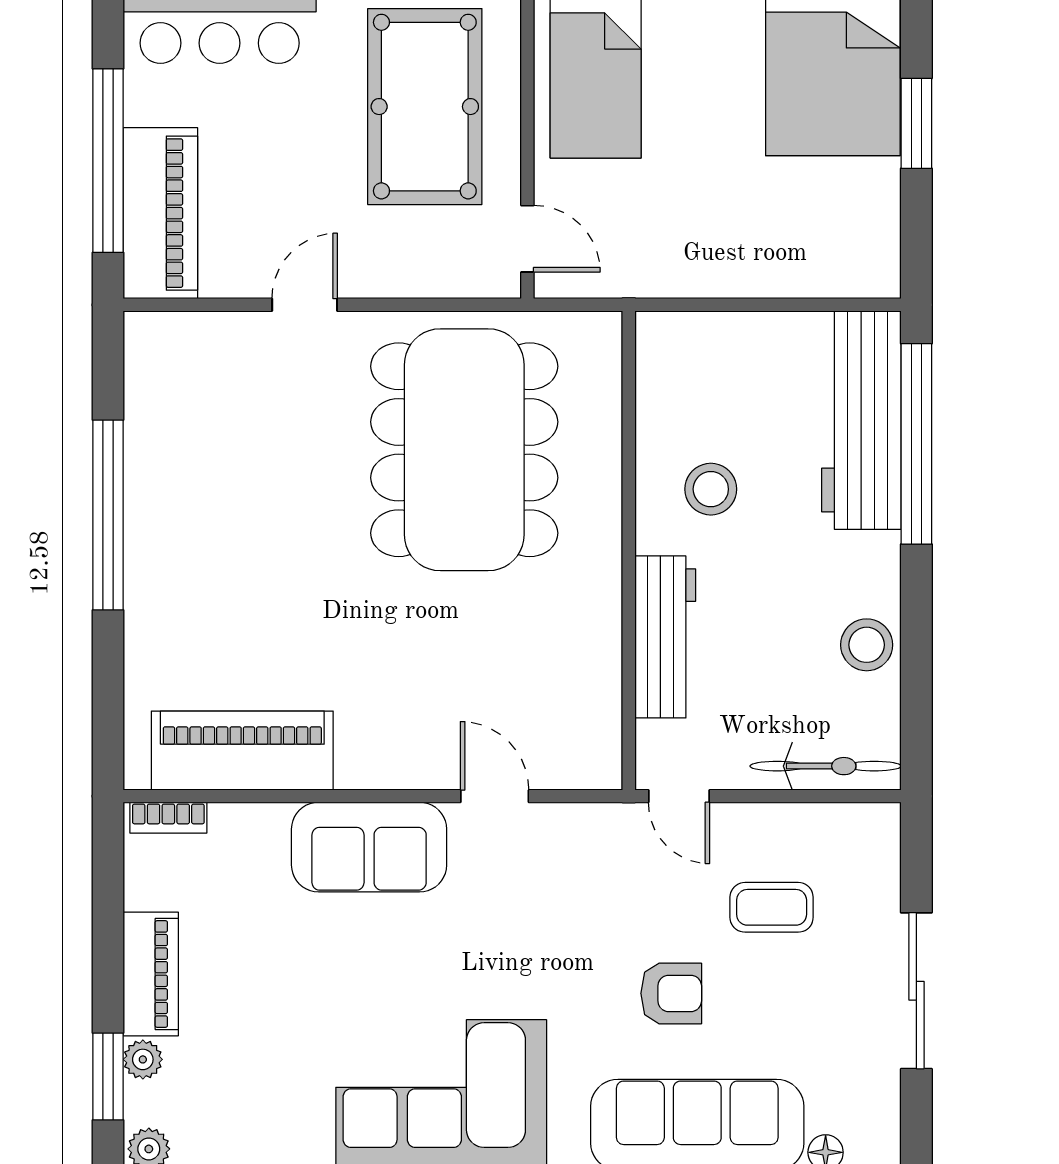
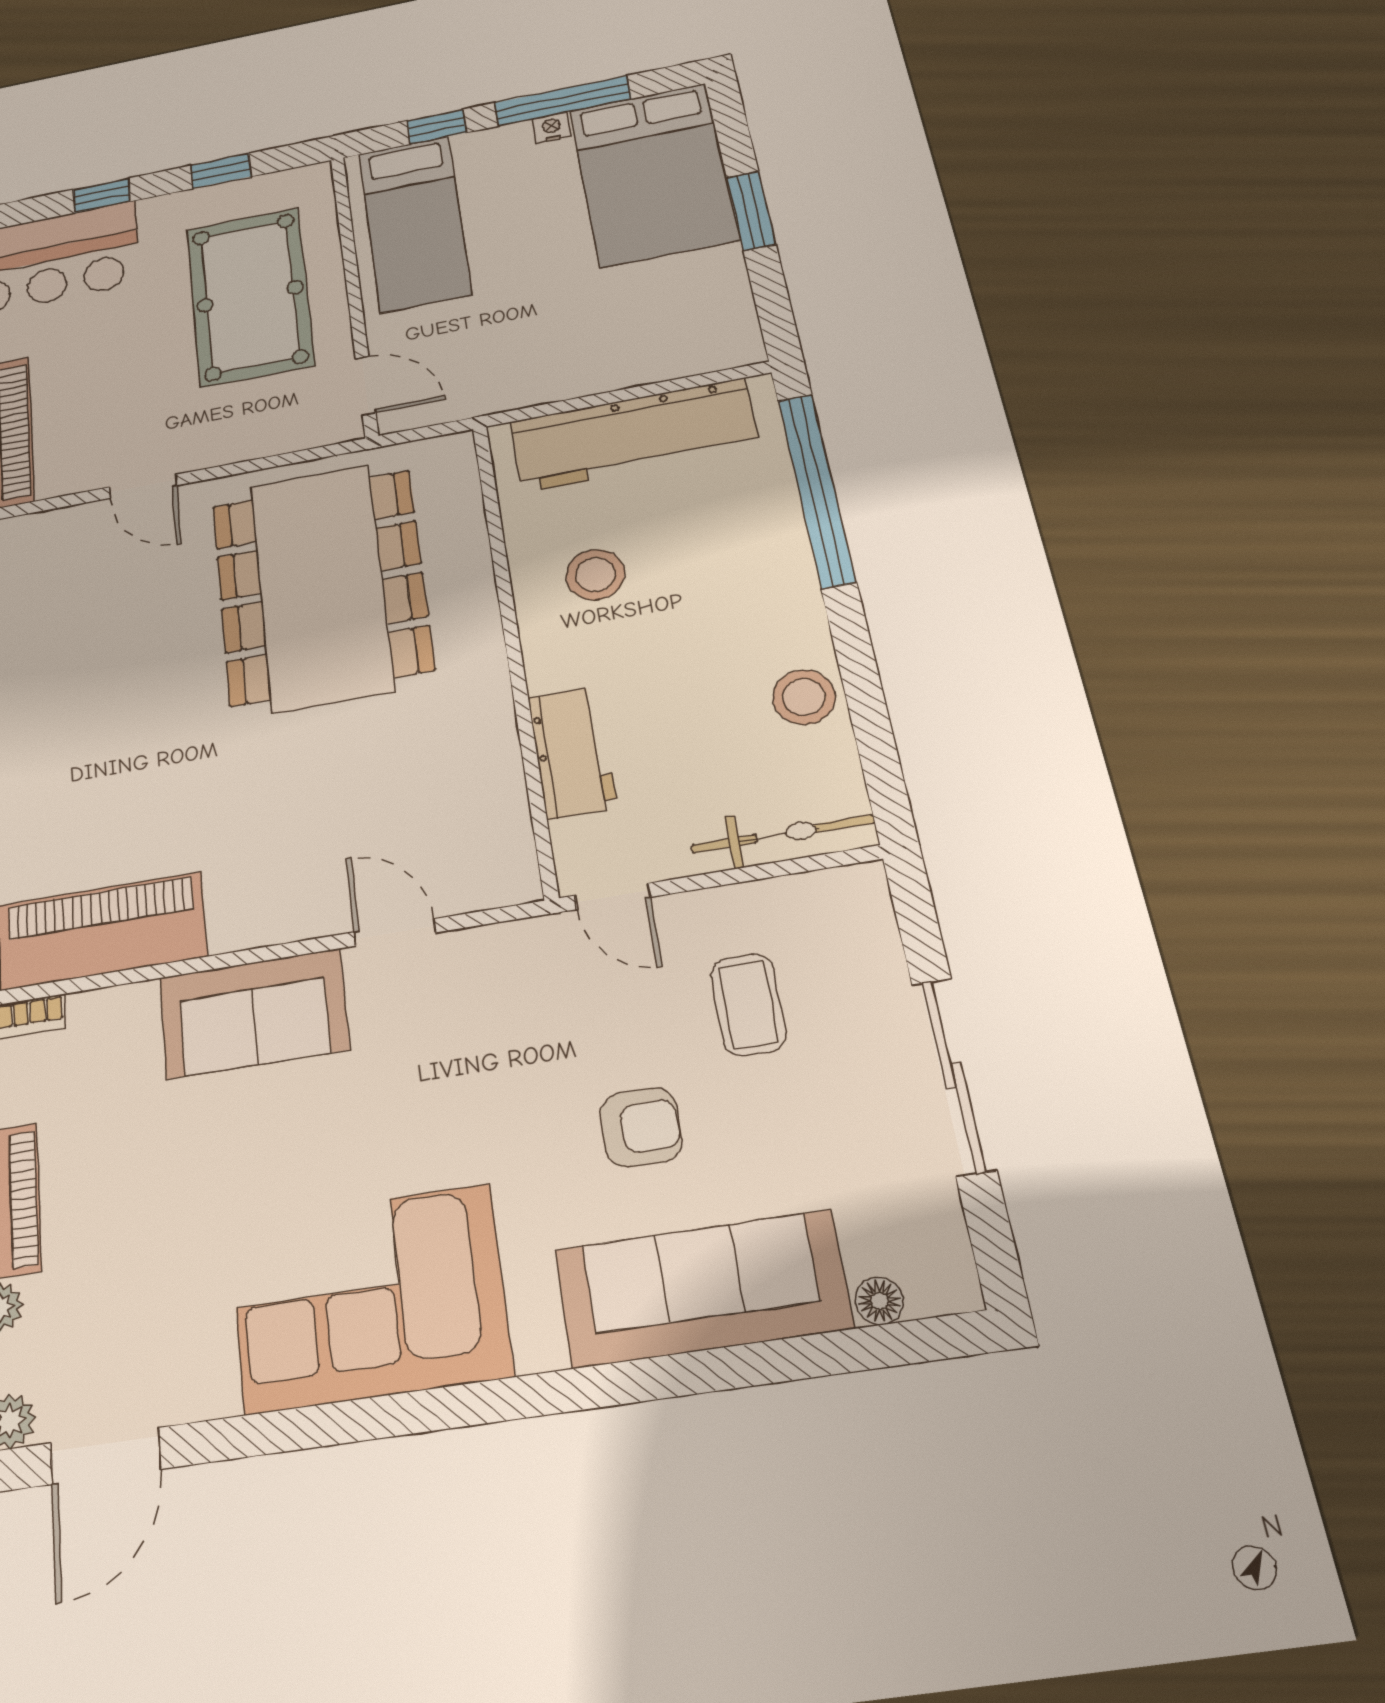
door: (305, 305) -> (143, 486), swing flipped
workbench: (861, 420) -> (634, 435), moved, turned -90
workbench: (665, 637) -> (572, 752), width x0.73
coffee table: (772, 907) -> (748, 1005), turned 90

